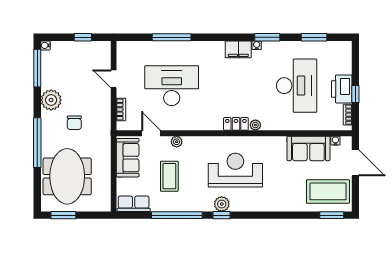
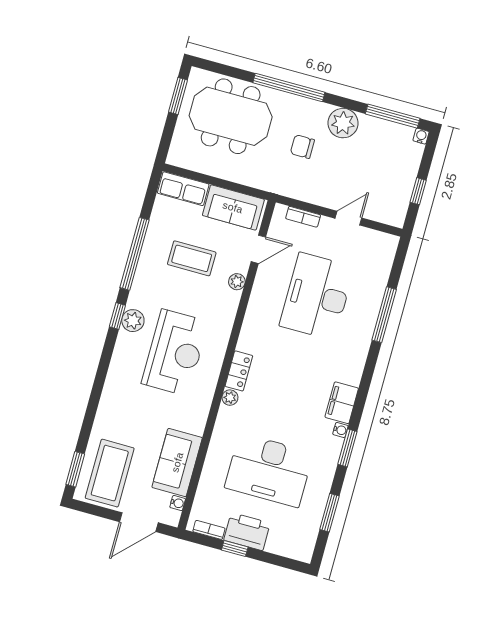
desk: (172, 86) -> (317, 296), turned 180
row of seats: (134, 204) -> (183, 189), moved, turned 90

